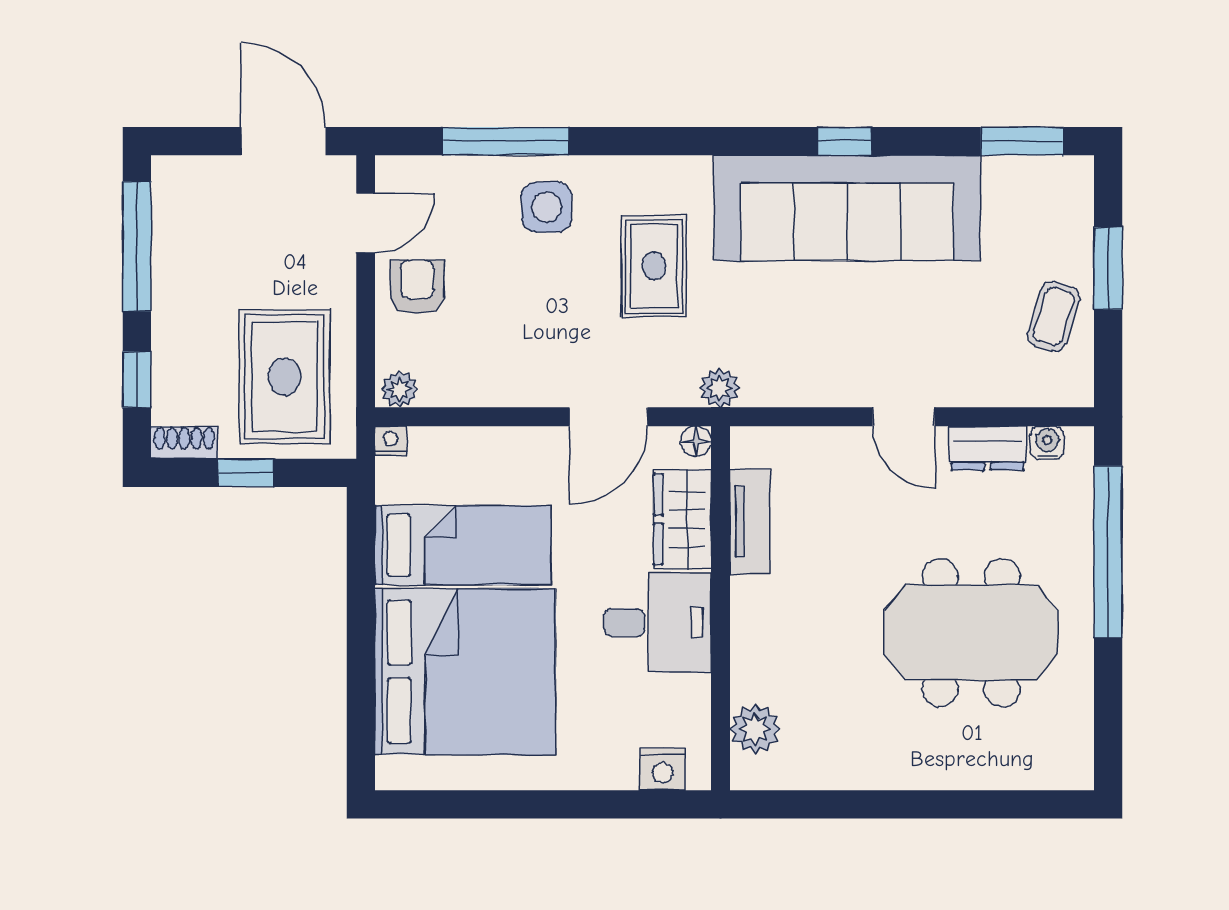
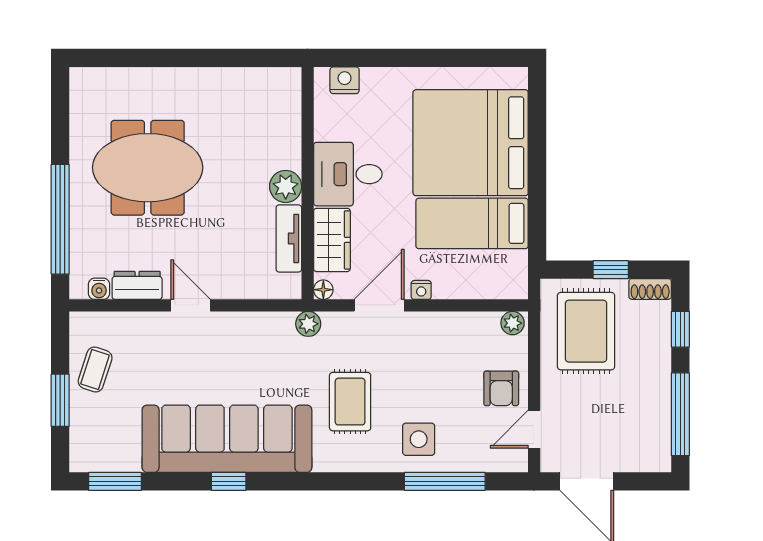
nightstand: (391, 441) -> (421, 290), moved
plant: (755, 729) -> (286, 186), moved

